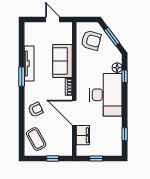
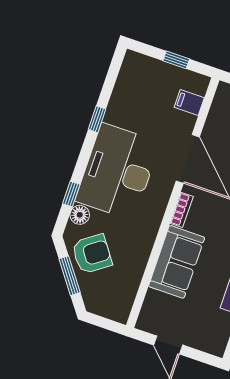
armchair: (91, 40) -> (92, 254), moved, turned 129
window: (125, 134) -> (97, 119), moved
filing cabinet: (83, 135) -> (189, 103), width x0.50

